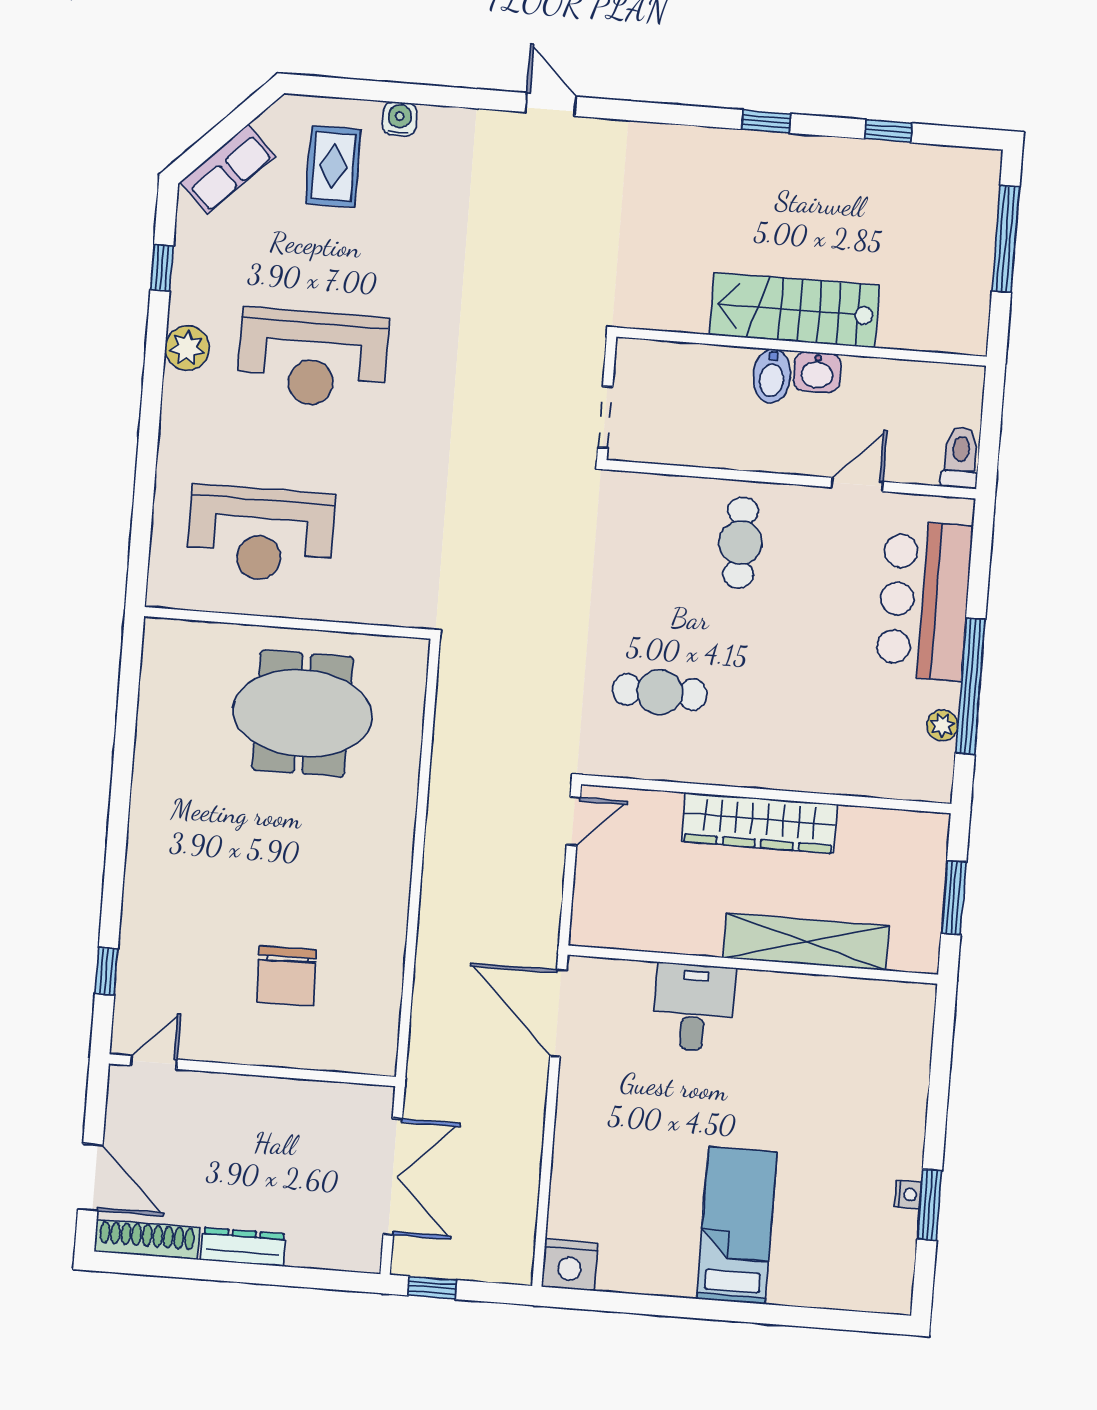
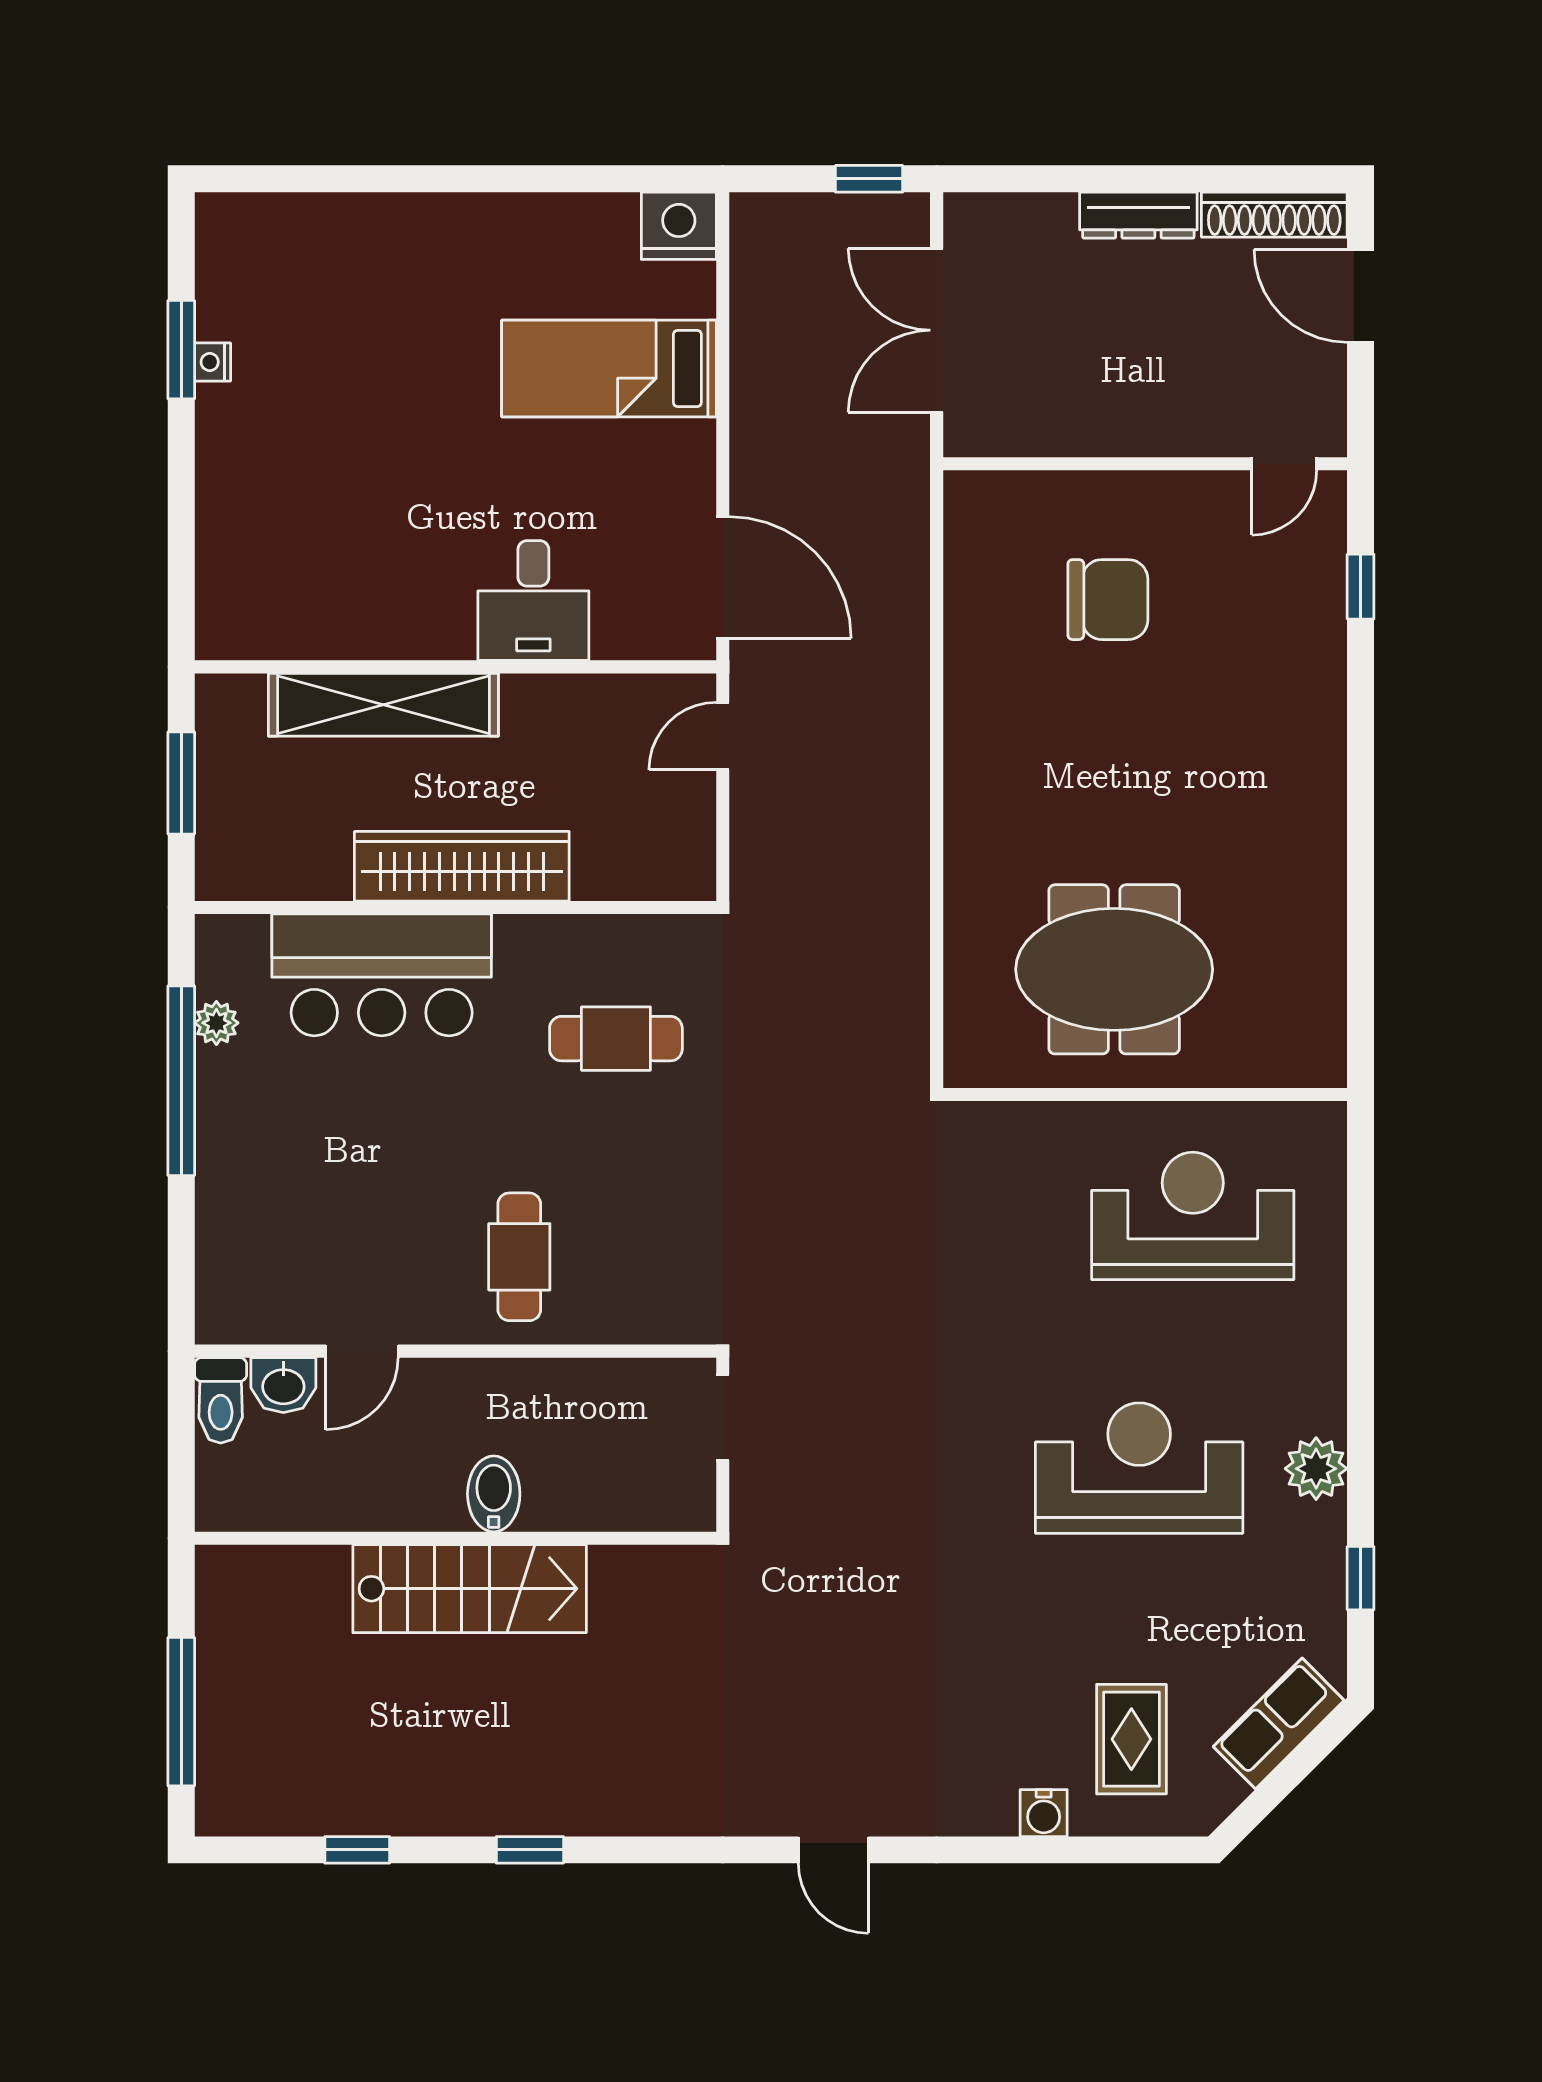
washbasin: (817, 372) -> (283, 1385), moved, turned 180
bar counter: (924, 601) -> (382, 975), moved, turned 90
door: (573, 821) -> (723, 736), moved
chair: (286, 976) -> (1108, 600), turned 91
bed: (737, 1226) -> (609, 368), moved, turned 90

